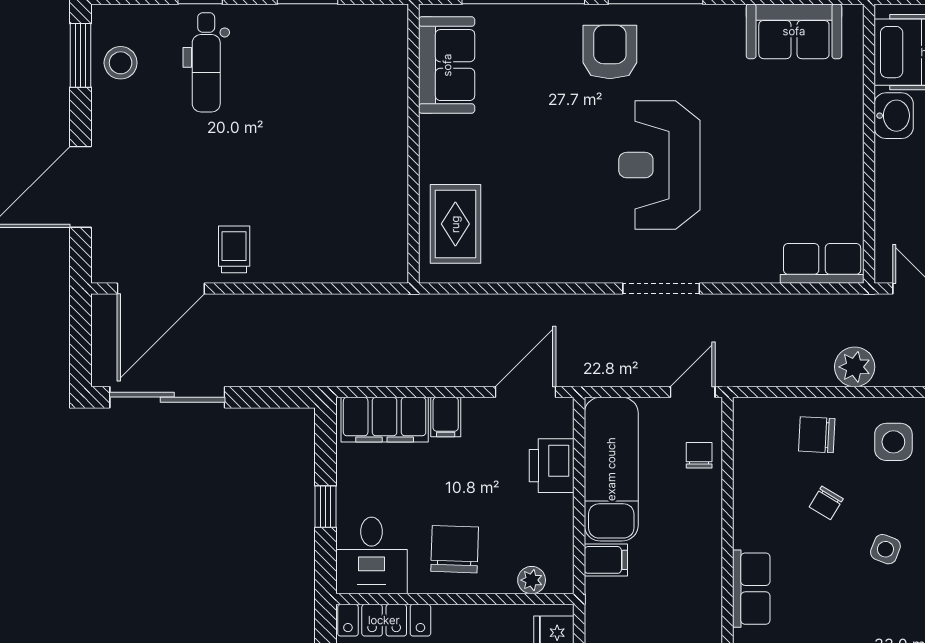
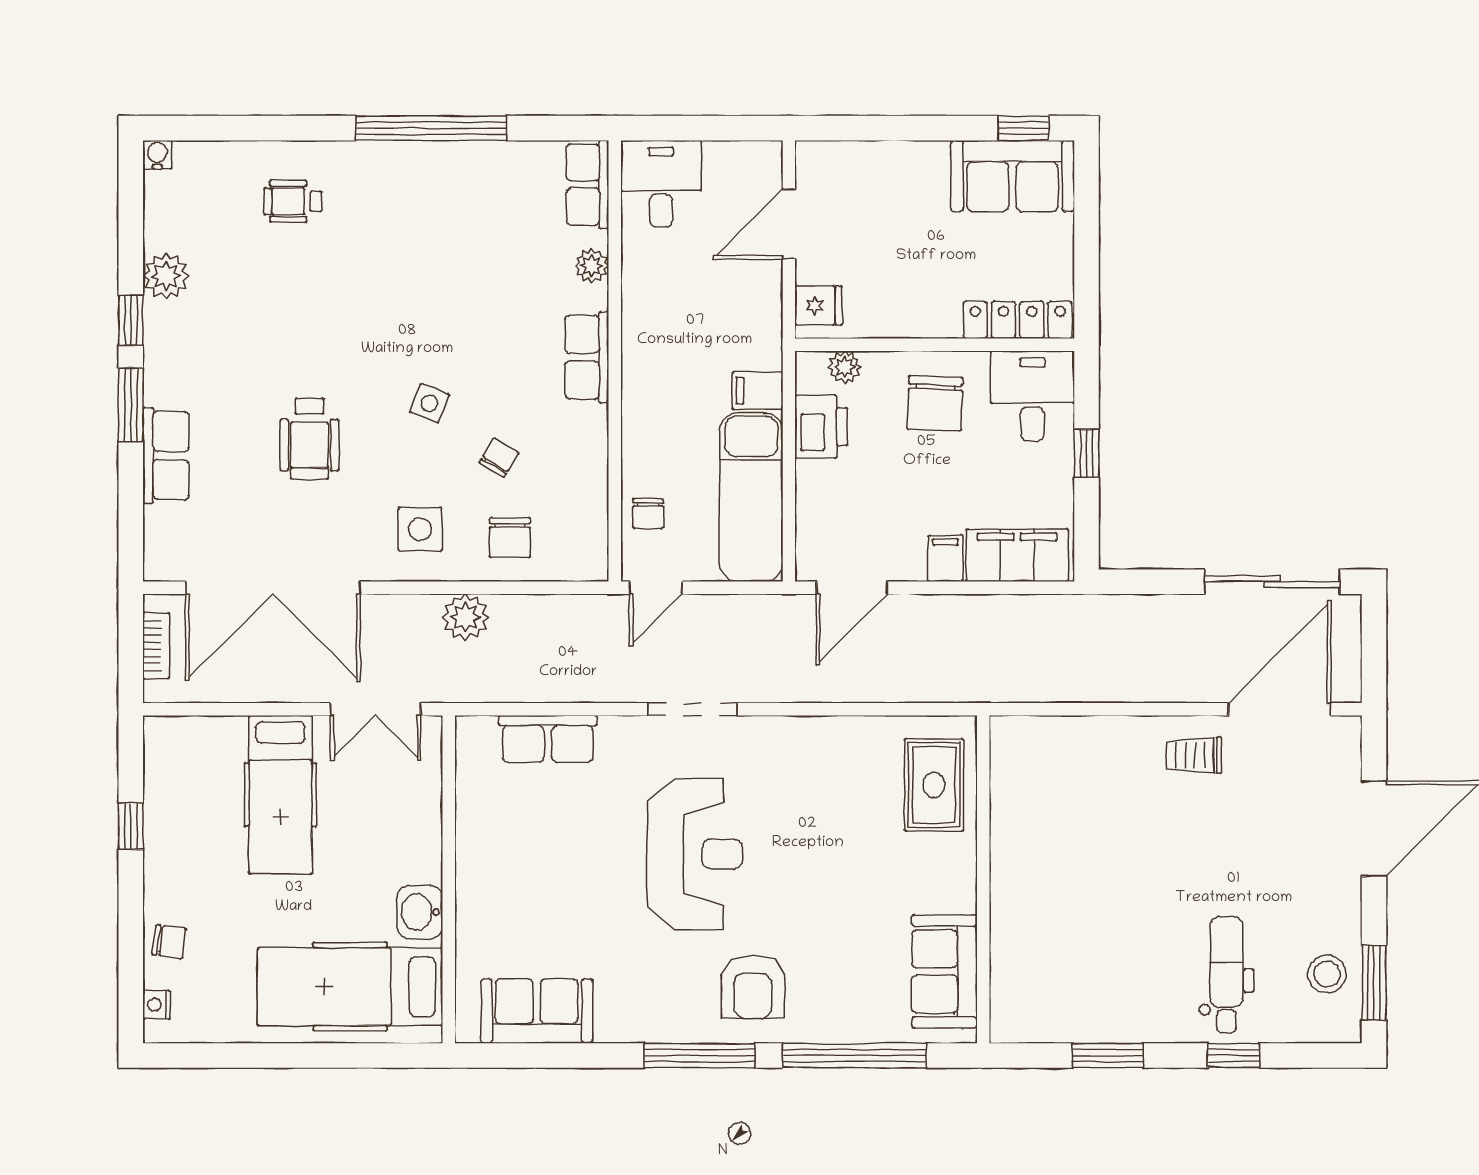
trolley: (234, 249) -> (1194, 755), turned 90
row of seats: (822, 263) -> (548, 739), moved
chair: (817, 435) -> (510, 538), turned 87
printer: (552, 466) -> (821, 427), moved

